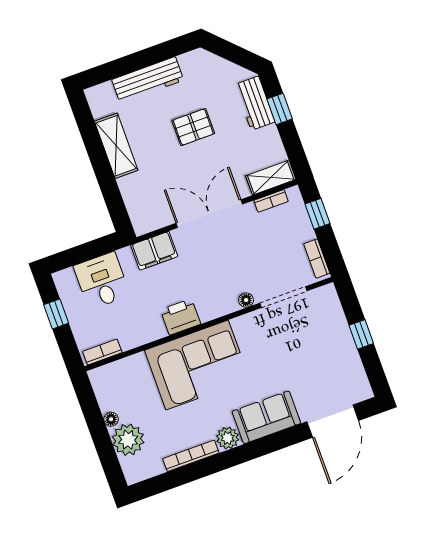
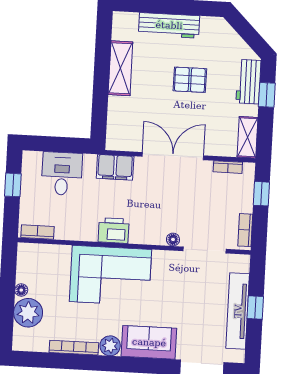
shelving: (271, 178) -> (248, 137), moved, turned 90
tv unit: (345, 346) -> (238, 311), added

